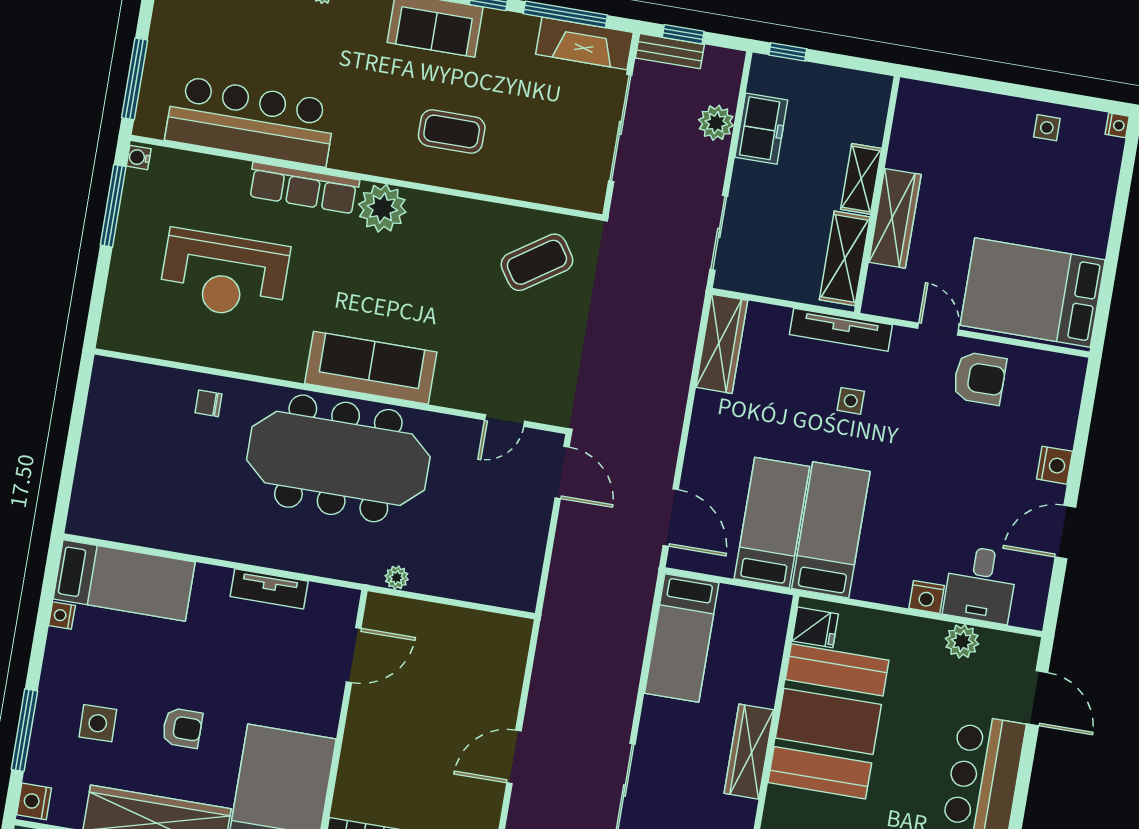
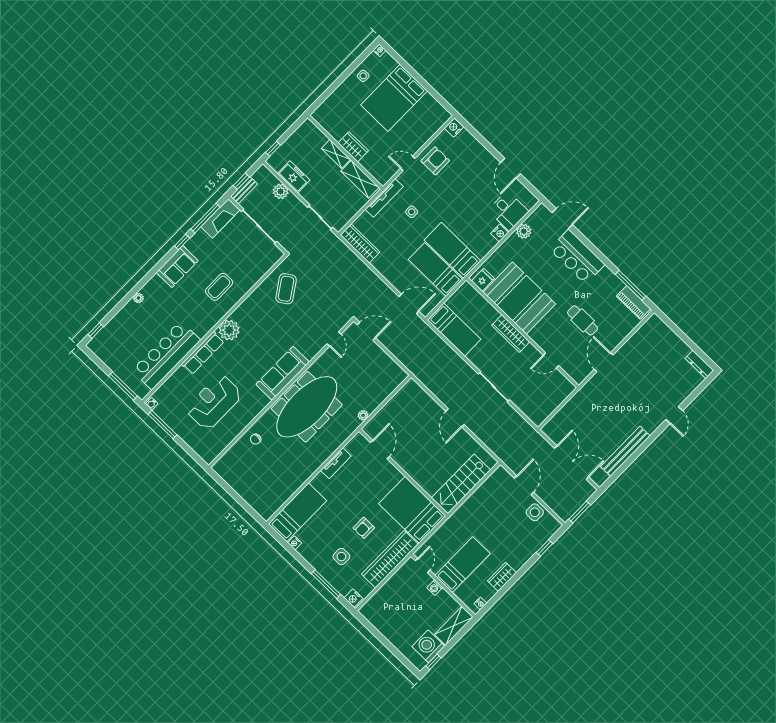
wardrobe: (895, 218) -> (353, 147), width x0.67
reception desk: (224, 275) -> (214, 402), turned 180
bed: (1033, 292) -> (394, 98), moved
nightstand: (1055, 465) -> (454, 128), moved, turned -90
armchair: (182, 728) -> (364, 528), turned 180

